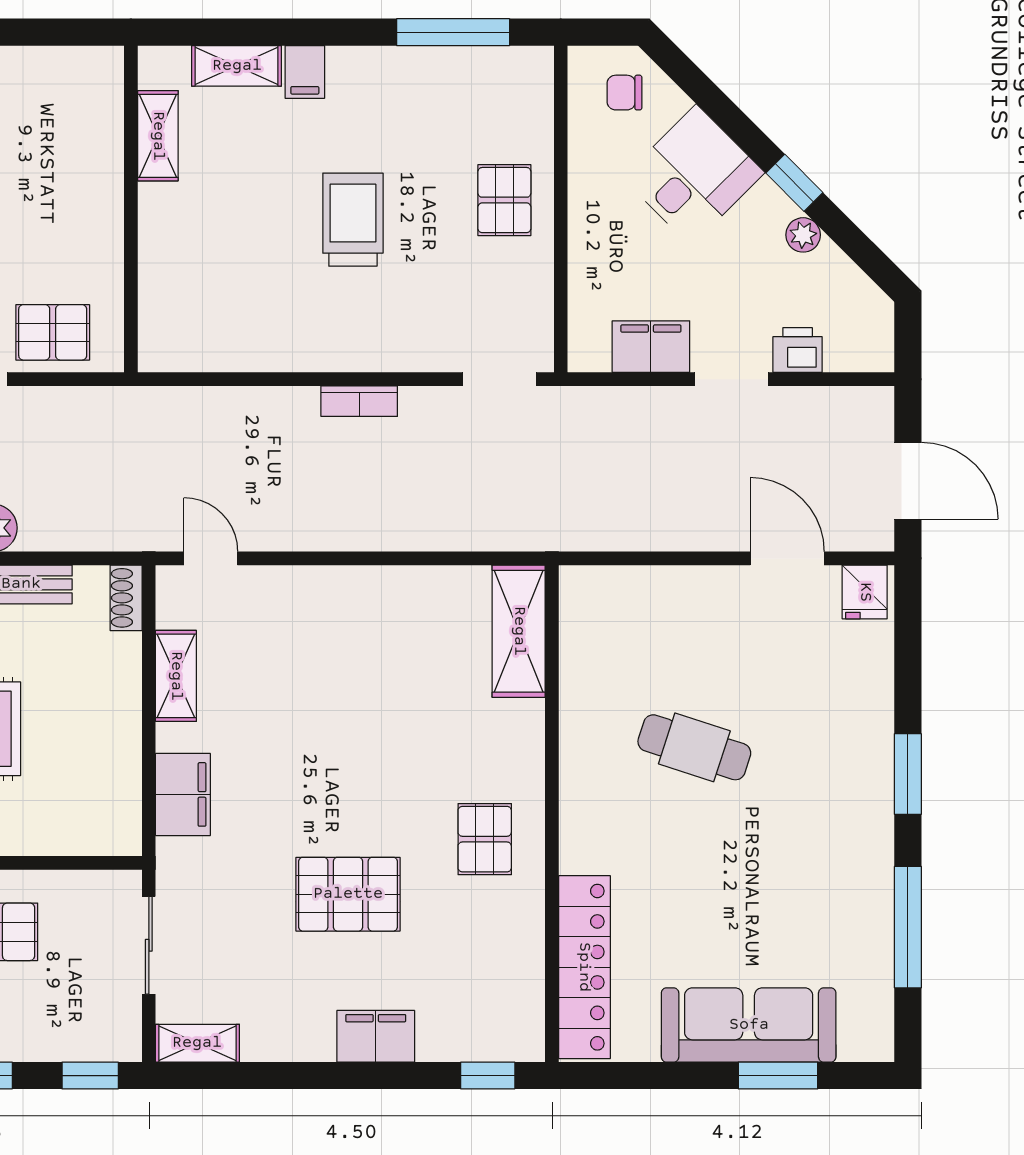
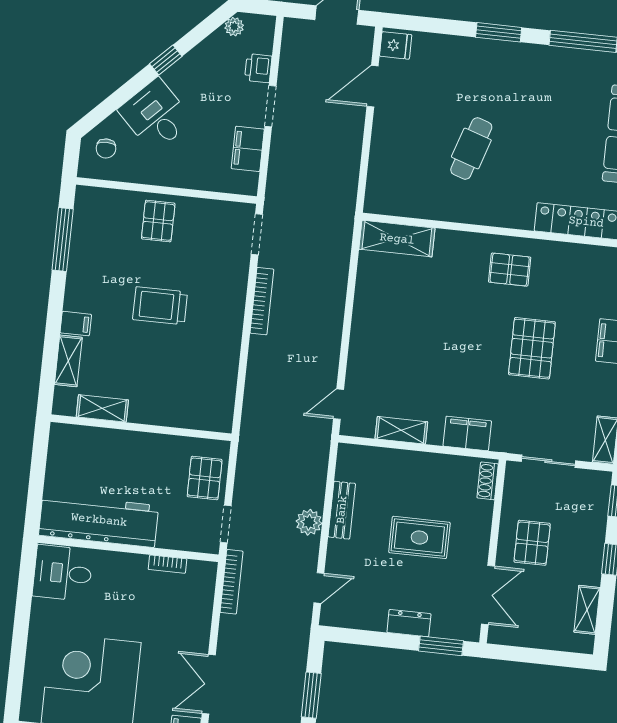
pallet: (504, 200) -> (158, 221), turned 90
plant: (803, 235) -> (234, 27), moved
bookcase: (359, 401) -> (262, 301), width x1.56
shoe rack: (126, 598) -> (488, 481), moved, turned 90

